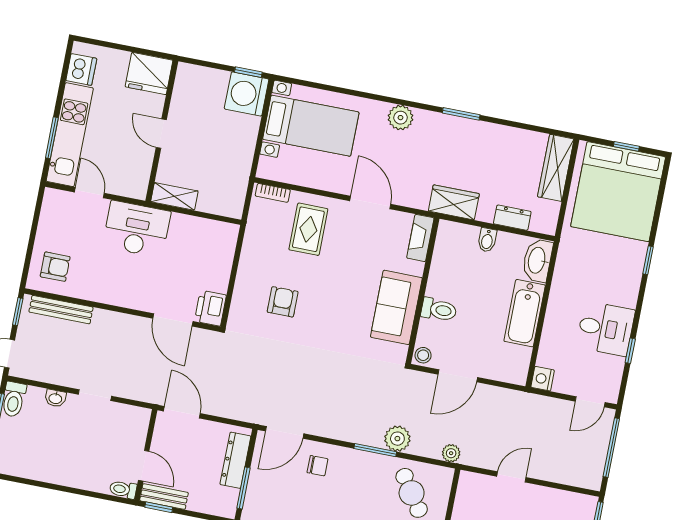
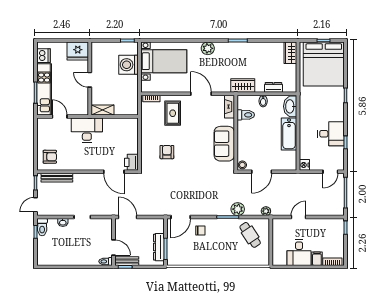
washing machine: (247, 94) -> (129, 65), moved
wardrobe: (556, 168) -> (290, 53), width x0.67
toilet: (439, 310) -> (246, 115), moved
dresser: (235, 460) -> (159, 247), moved

